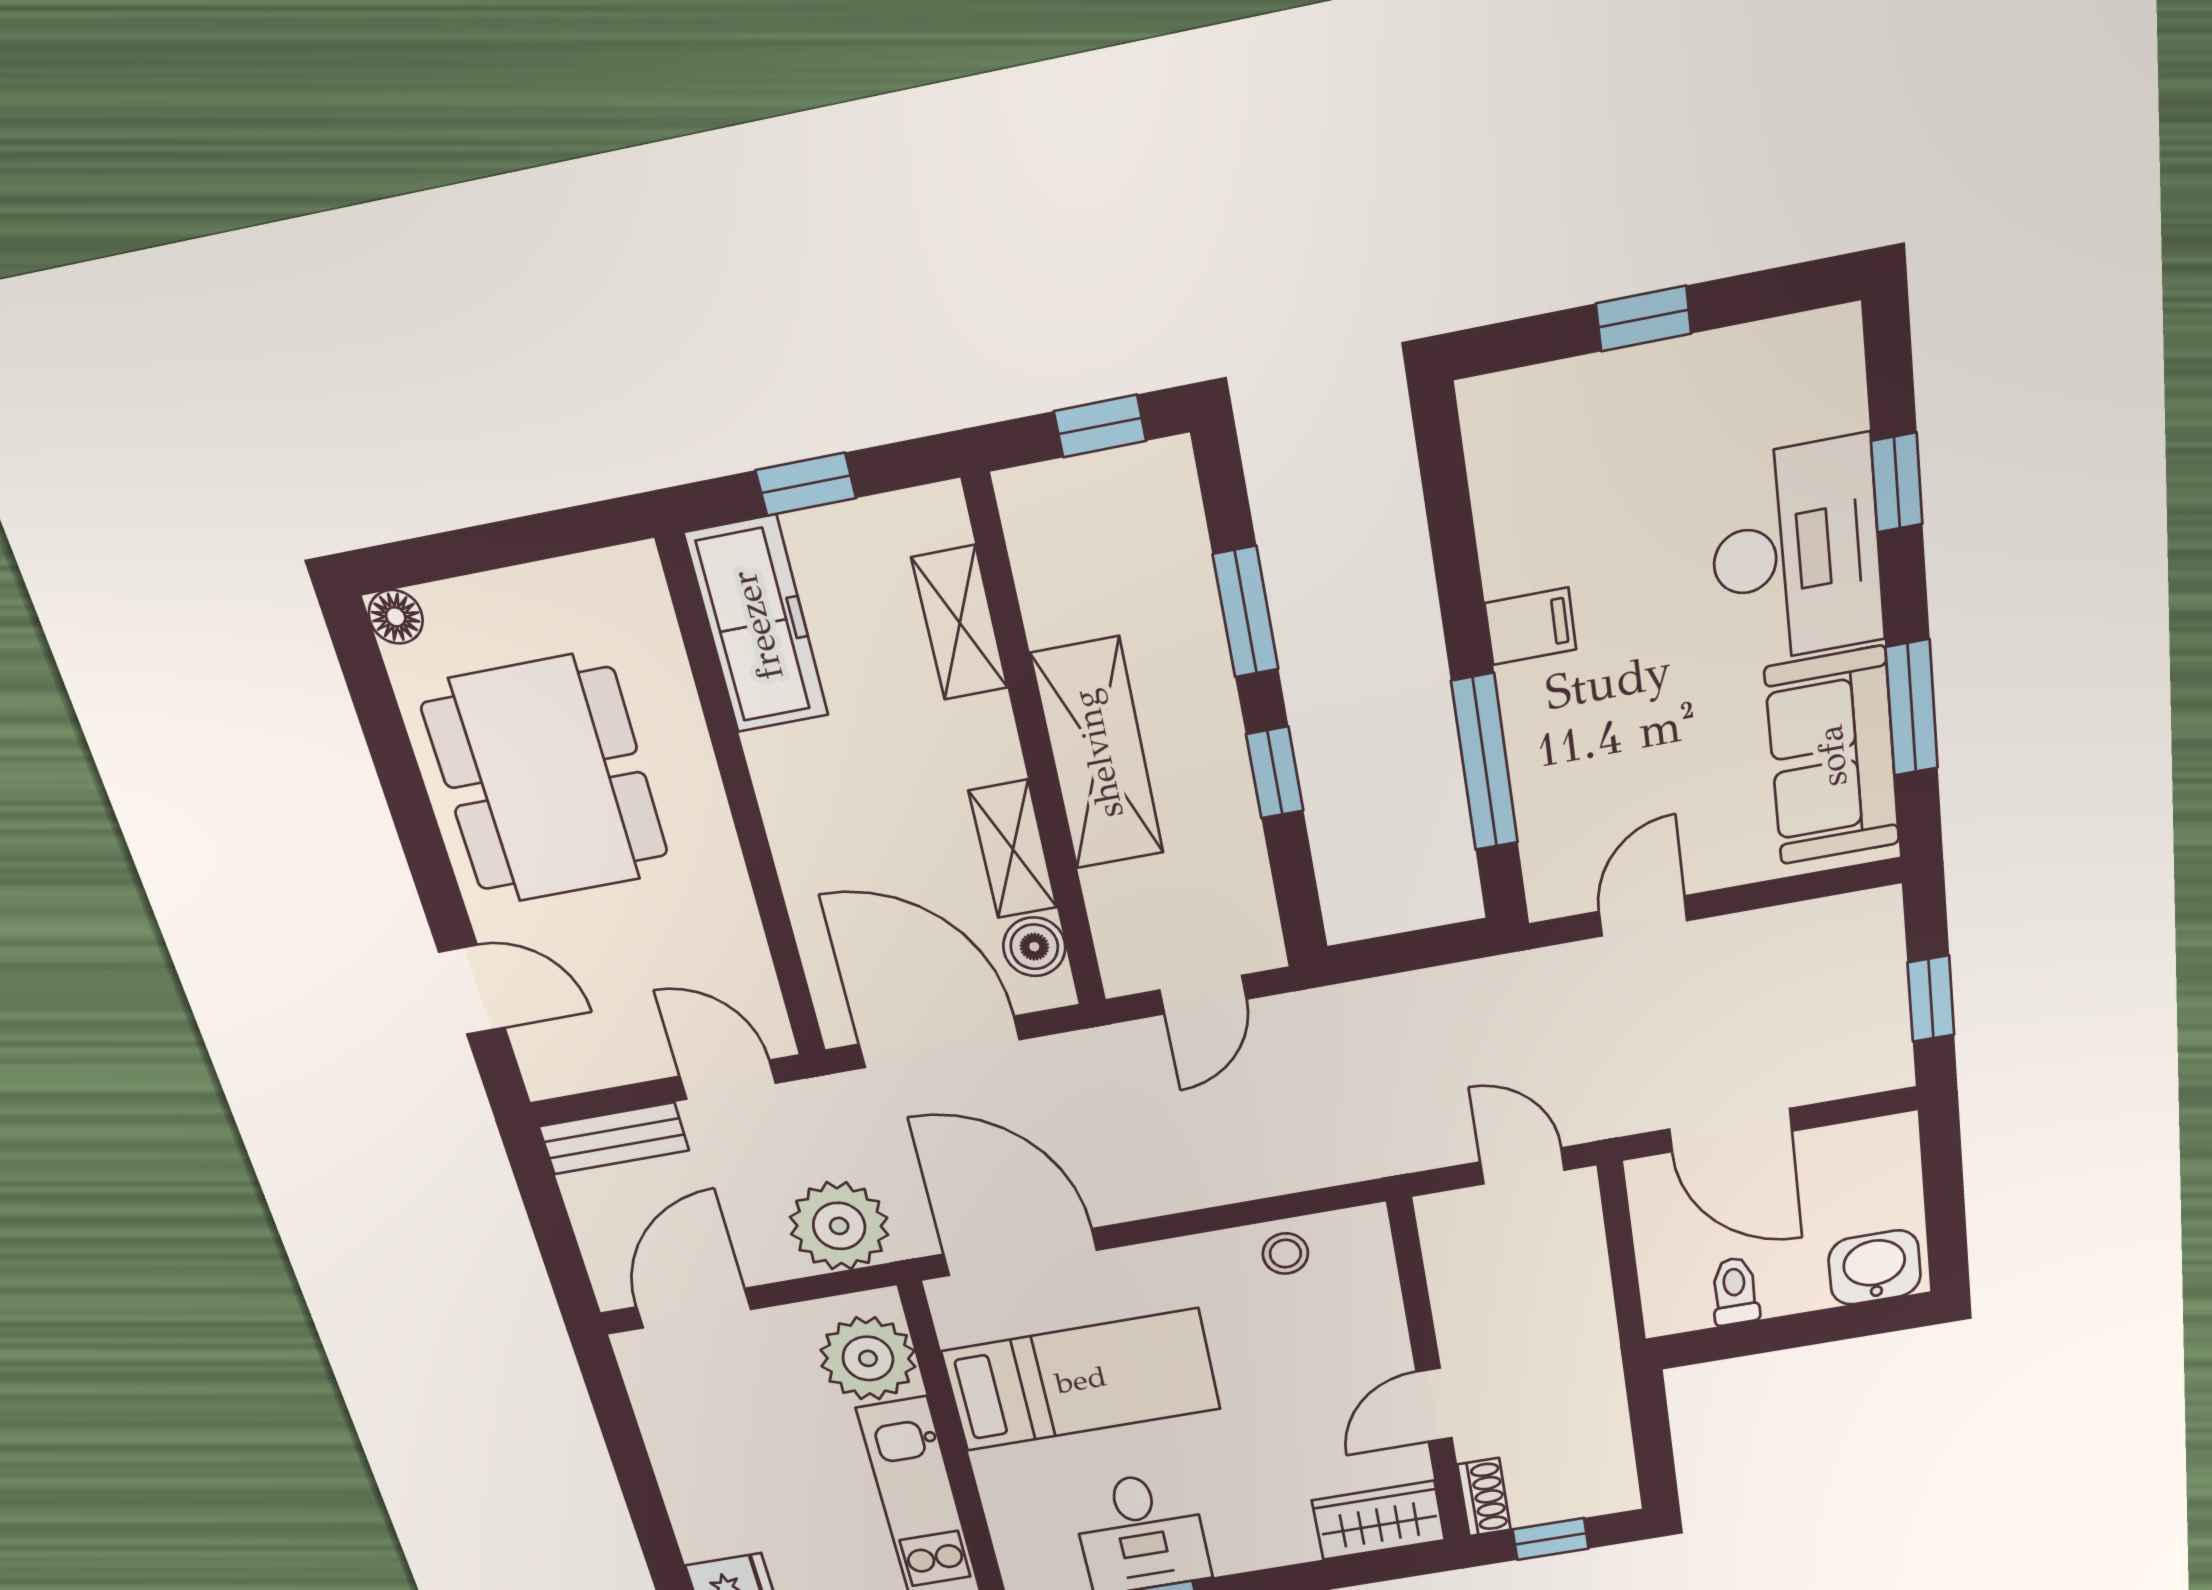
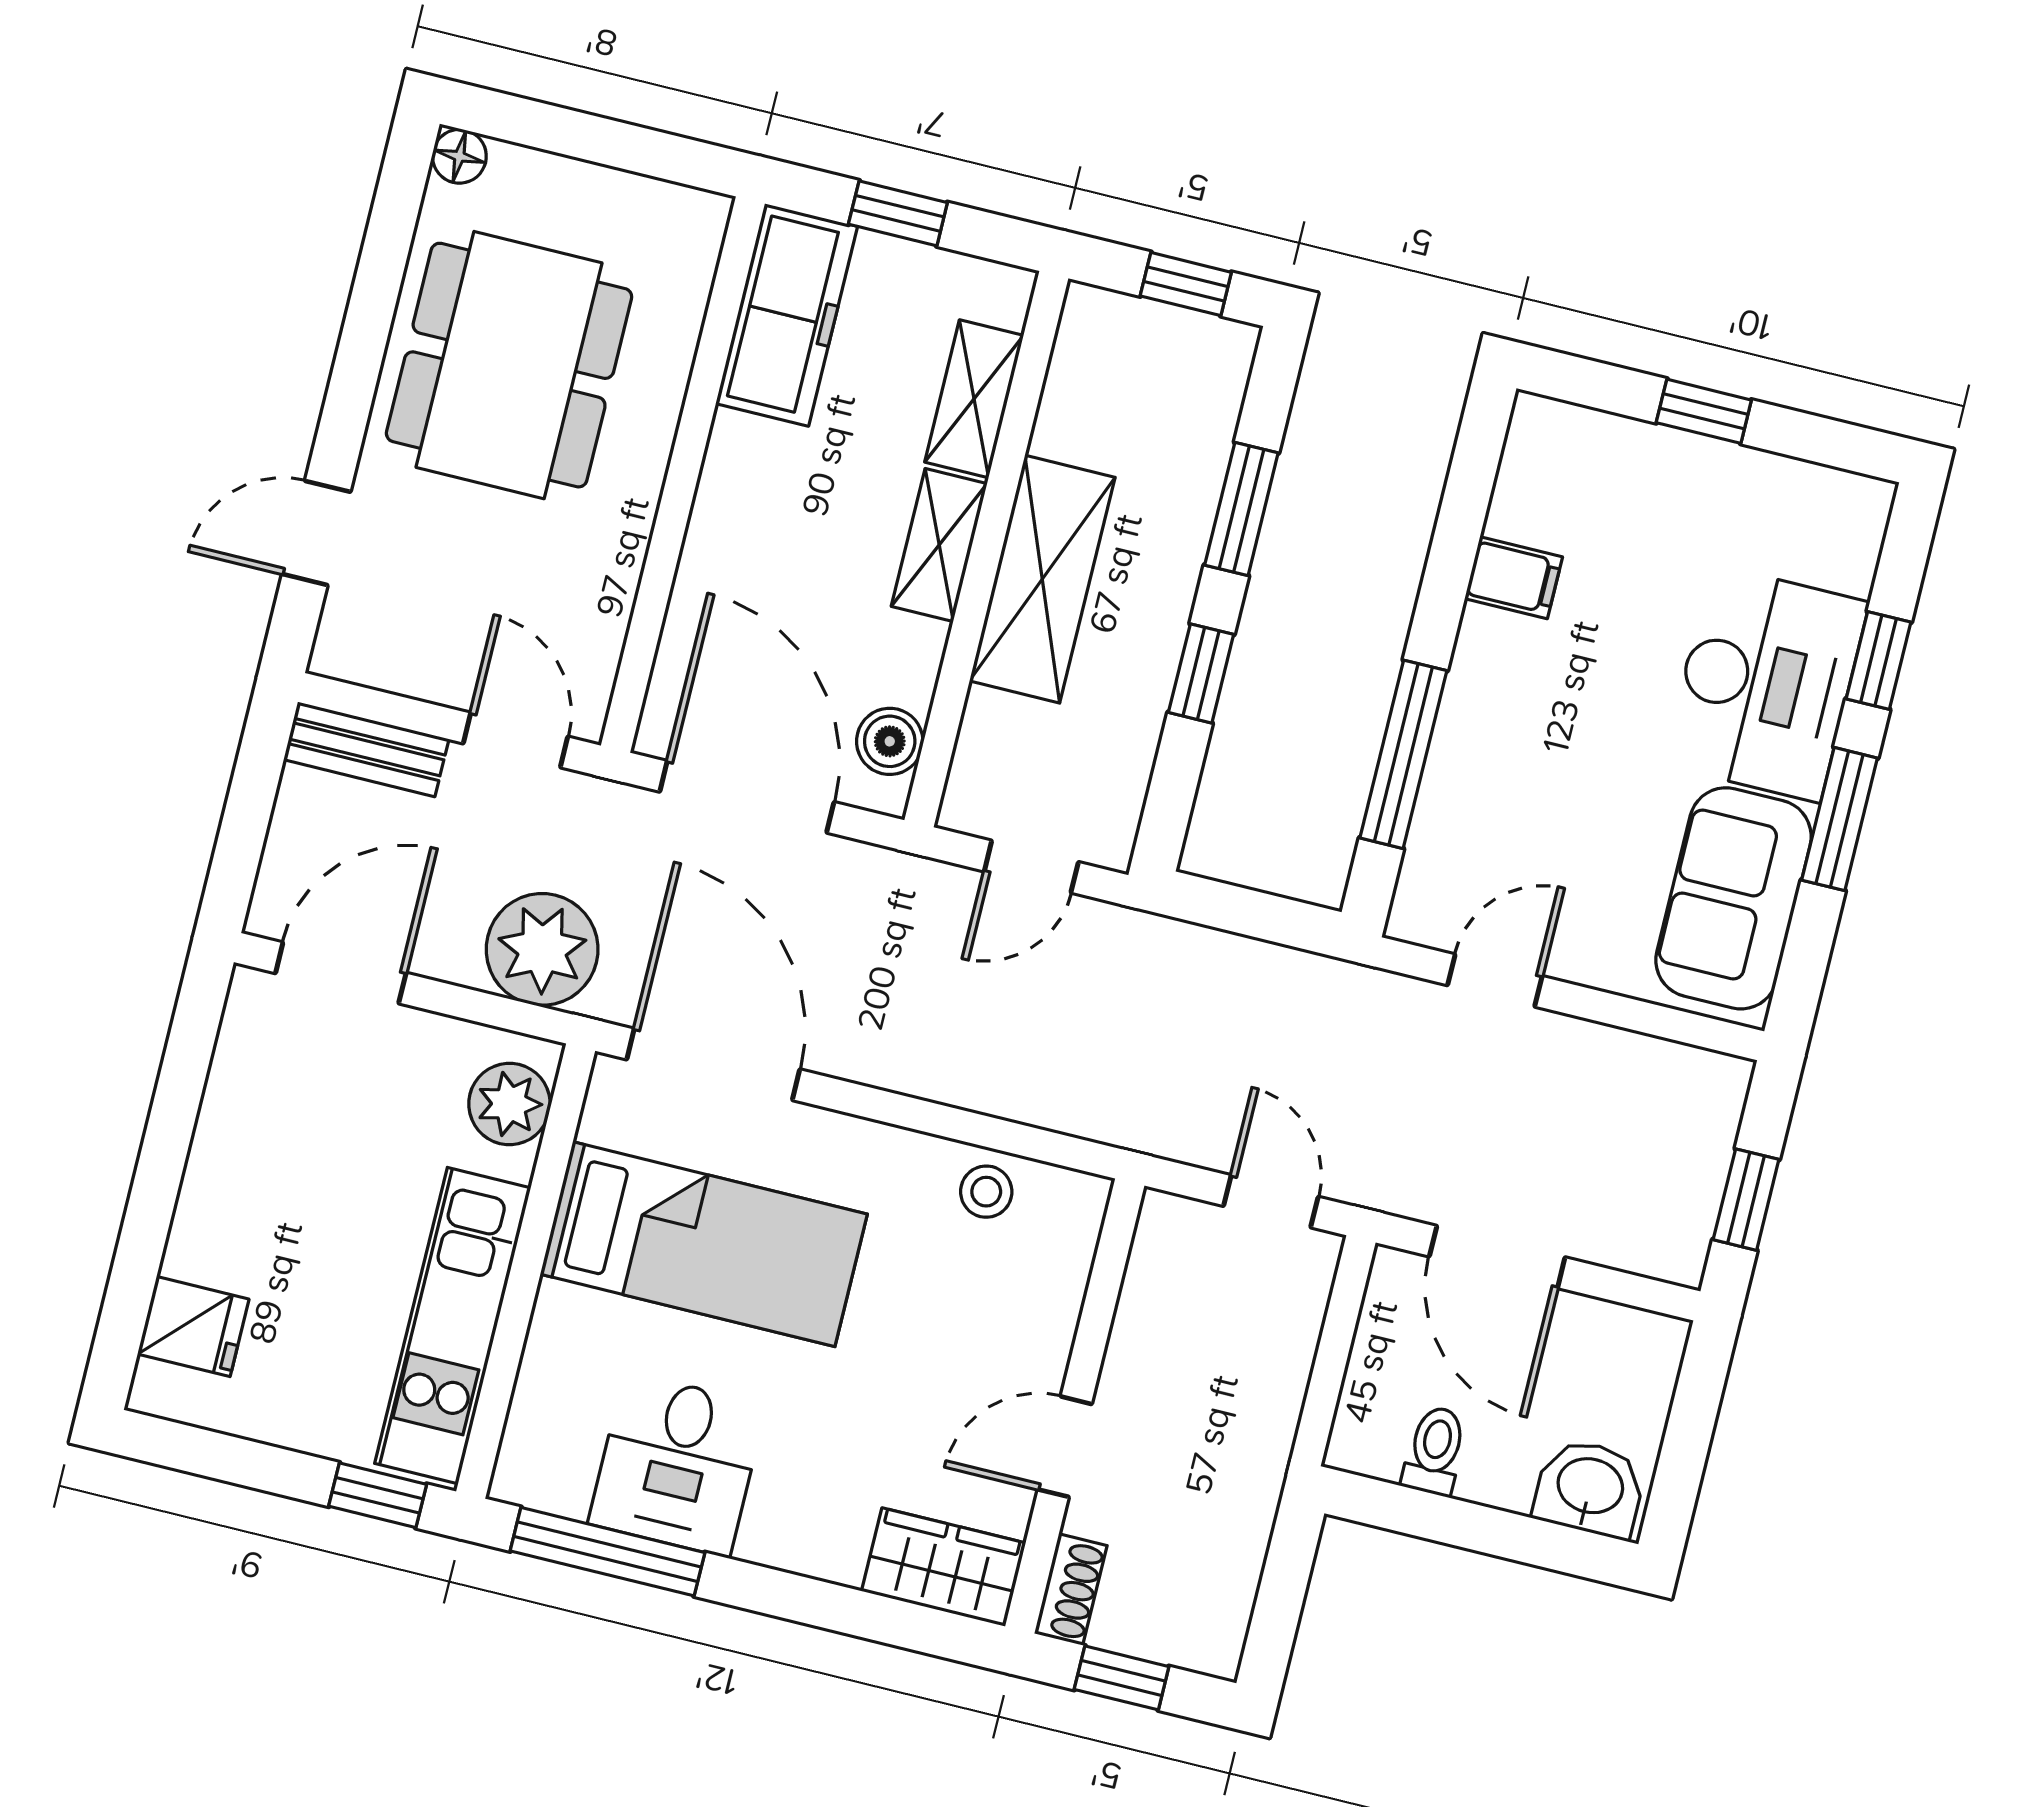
filing cabinet: (1531, 626) -> (1514, 578), moved
window: (1912, 708) -> (1840, 819), moved
shelving: (1013, 849) -> (939, 545), moved
door: (472, 990) -> (316, 533), swing flipped
plant: (868, 1358) -> (509, 1104), width x0.73, depth x0.73

